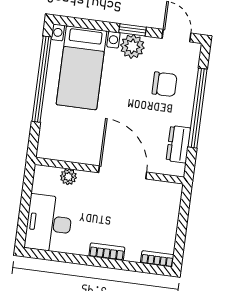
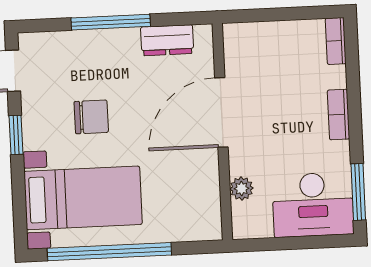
plant: (132, 46) -> (40, 131), removed
chair: (165, 84) -> (91, 117), moved, turned 90
window: (198, 108) -> (111, 22), width x0.68
window: (52, 256) -> (358, 192), added

